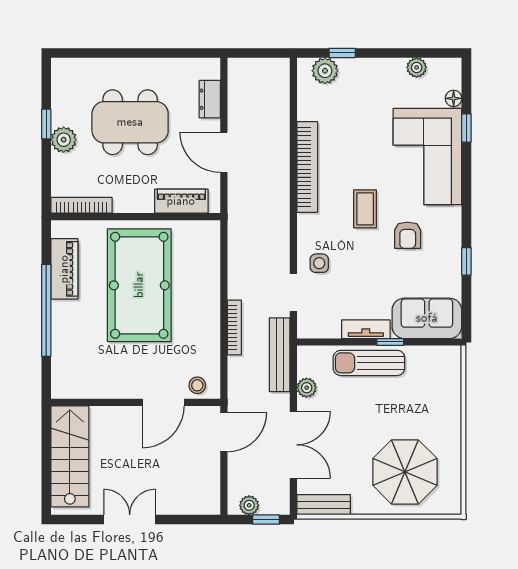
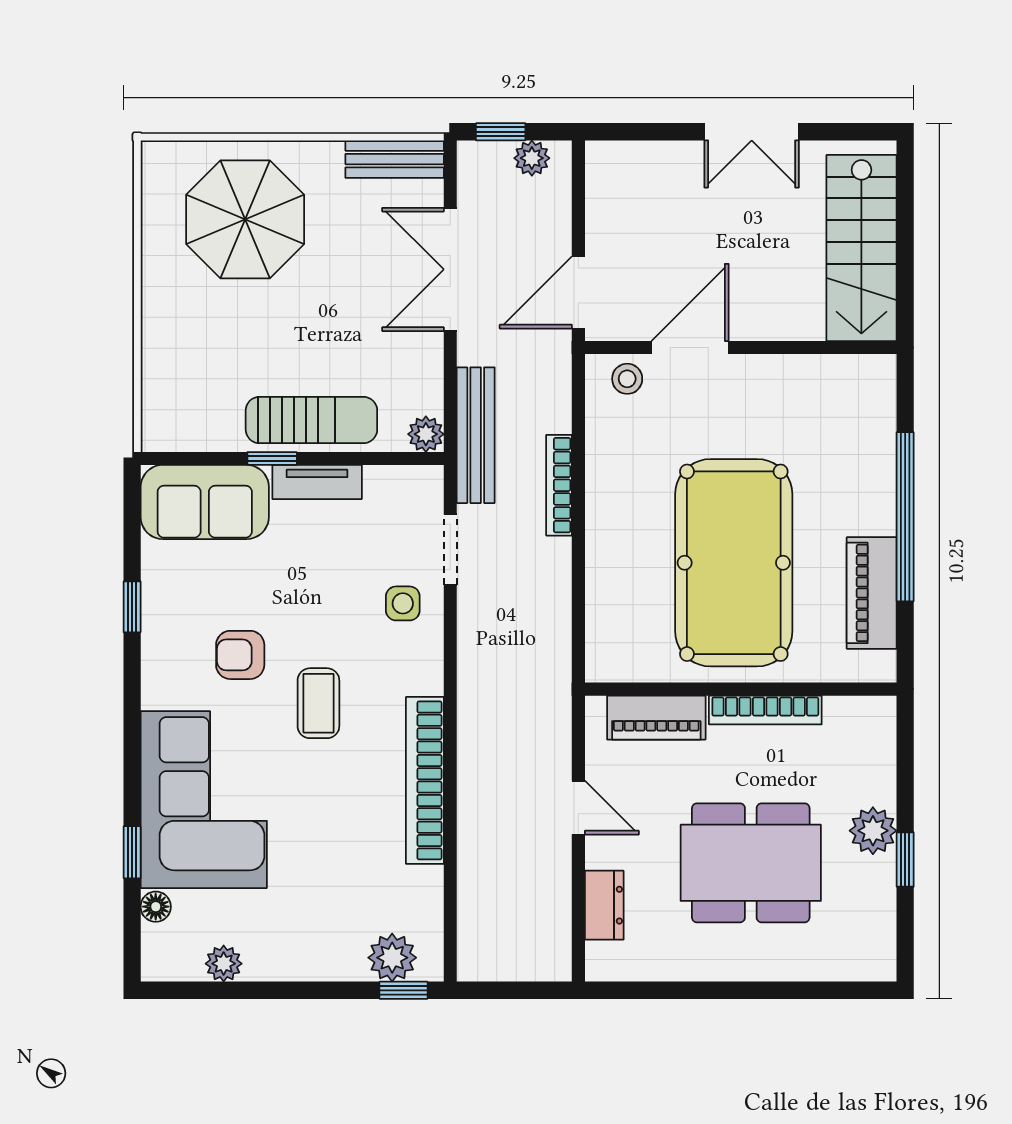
window: (342, 53) -> (403, 990), moved
door: (224, 152) -> (578, 808), width x0.73
bookcase: (81, 205) -> (765, 710), moved
armchair: (408, 235) -> (240, 655), turned -90
plant: (307, 388) -> (426, 434), moved

